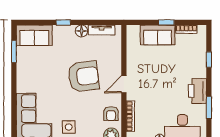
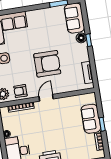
floor lamp: (81, 31) -> (81, 38), moved
armchair: (84, 76) -> (47, 64), turned -83
door: (124, 84) -> (46, 98), hinge flipped

